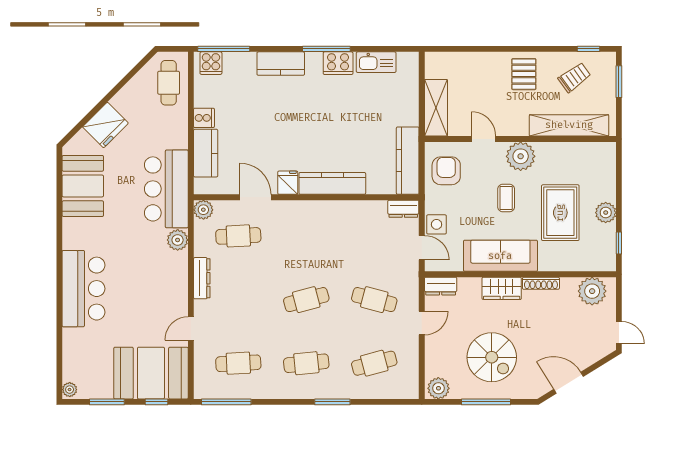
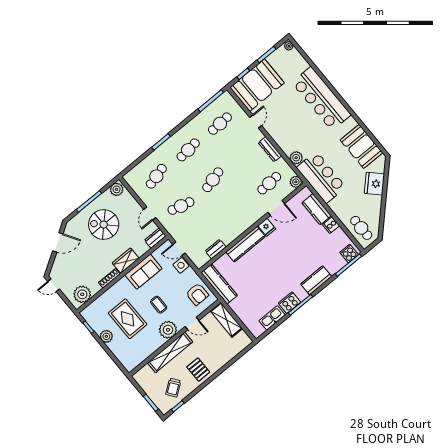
shelving: (569, 125) -> (170, 352), moved
dresser: (403, 209) -> (216, 249), moved
sofa: (500, 256) -> (143, 272), width x0.73
bar counter: (83, 289) -> (321, 99), width x1.36

